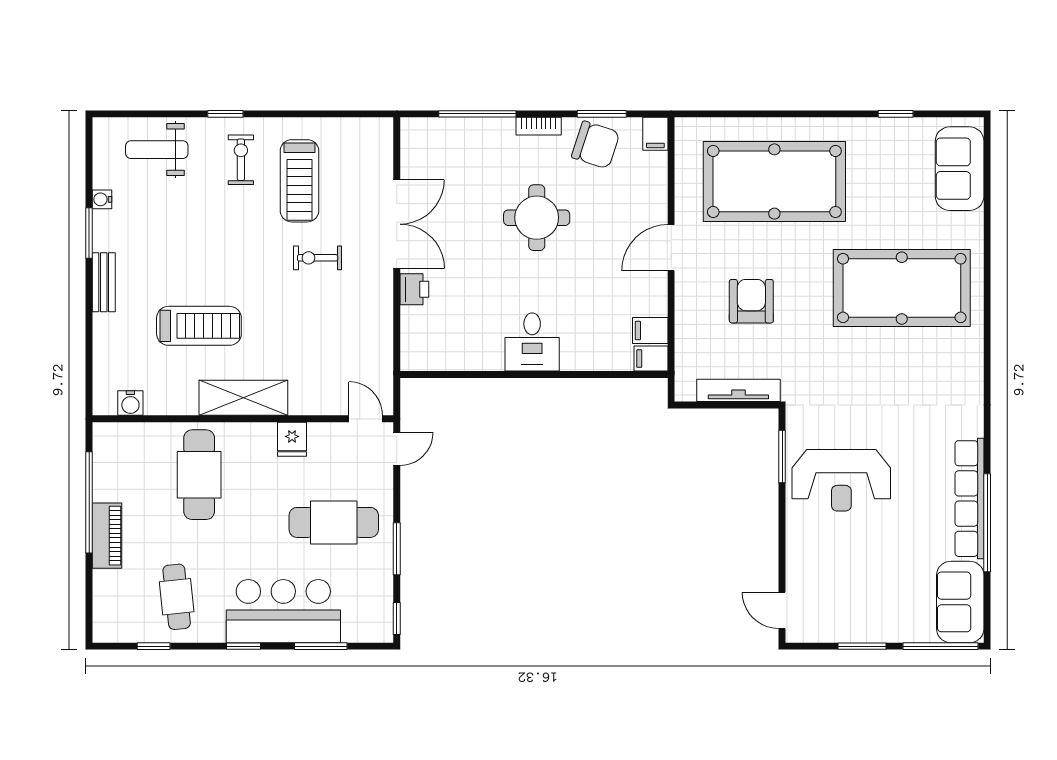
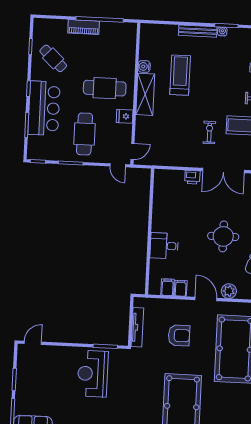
water cooler: (102, 199) -> (222, 31), moved
plant: (652, 200) -> (229, 291), added
bench: (104, 282) -> (198, 31), width x1.36
treadmill: (199, 326) -> (180, 75), turned 180
desk: (532, 342) -> (164, 246), moved
filing cabinet: (651, 359) -> (181, 288), moved
water cooler: (130, 403) -> (144, 67), moved
cafe table: (199, 475) -> (105, 88), moved
cafe table: (177, 597) -> (53, 58), turned 49

